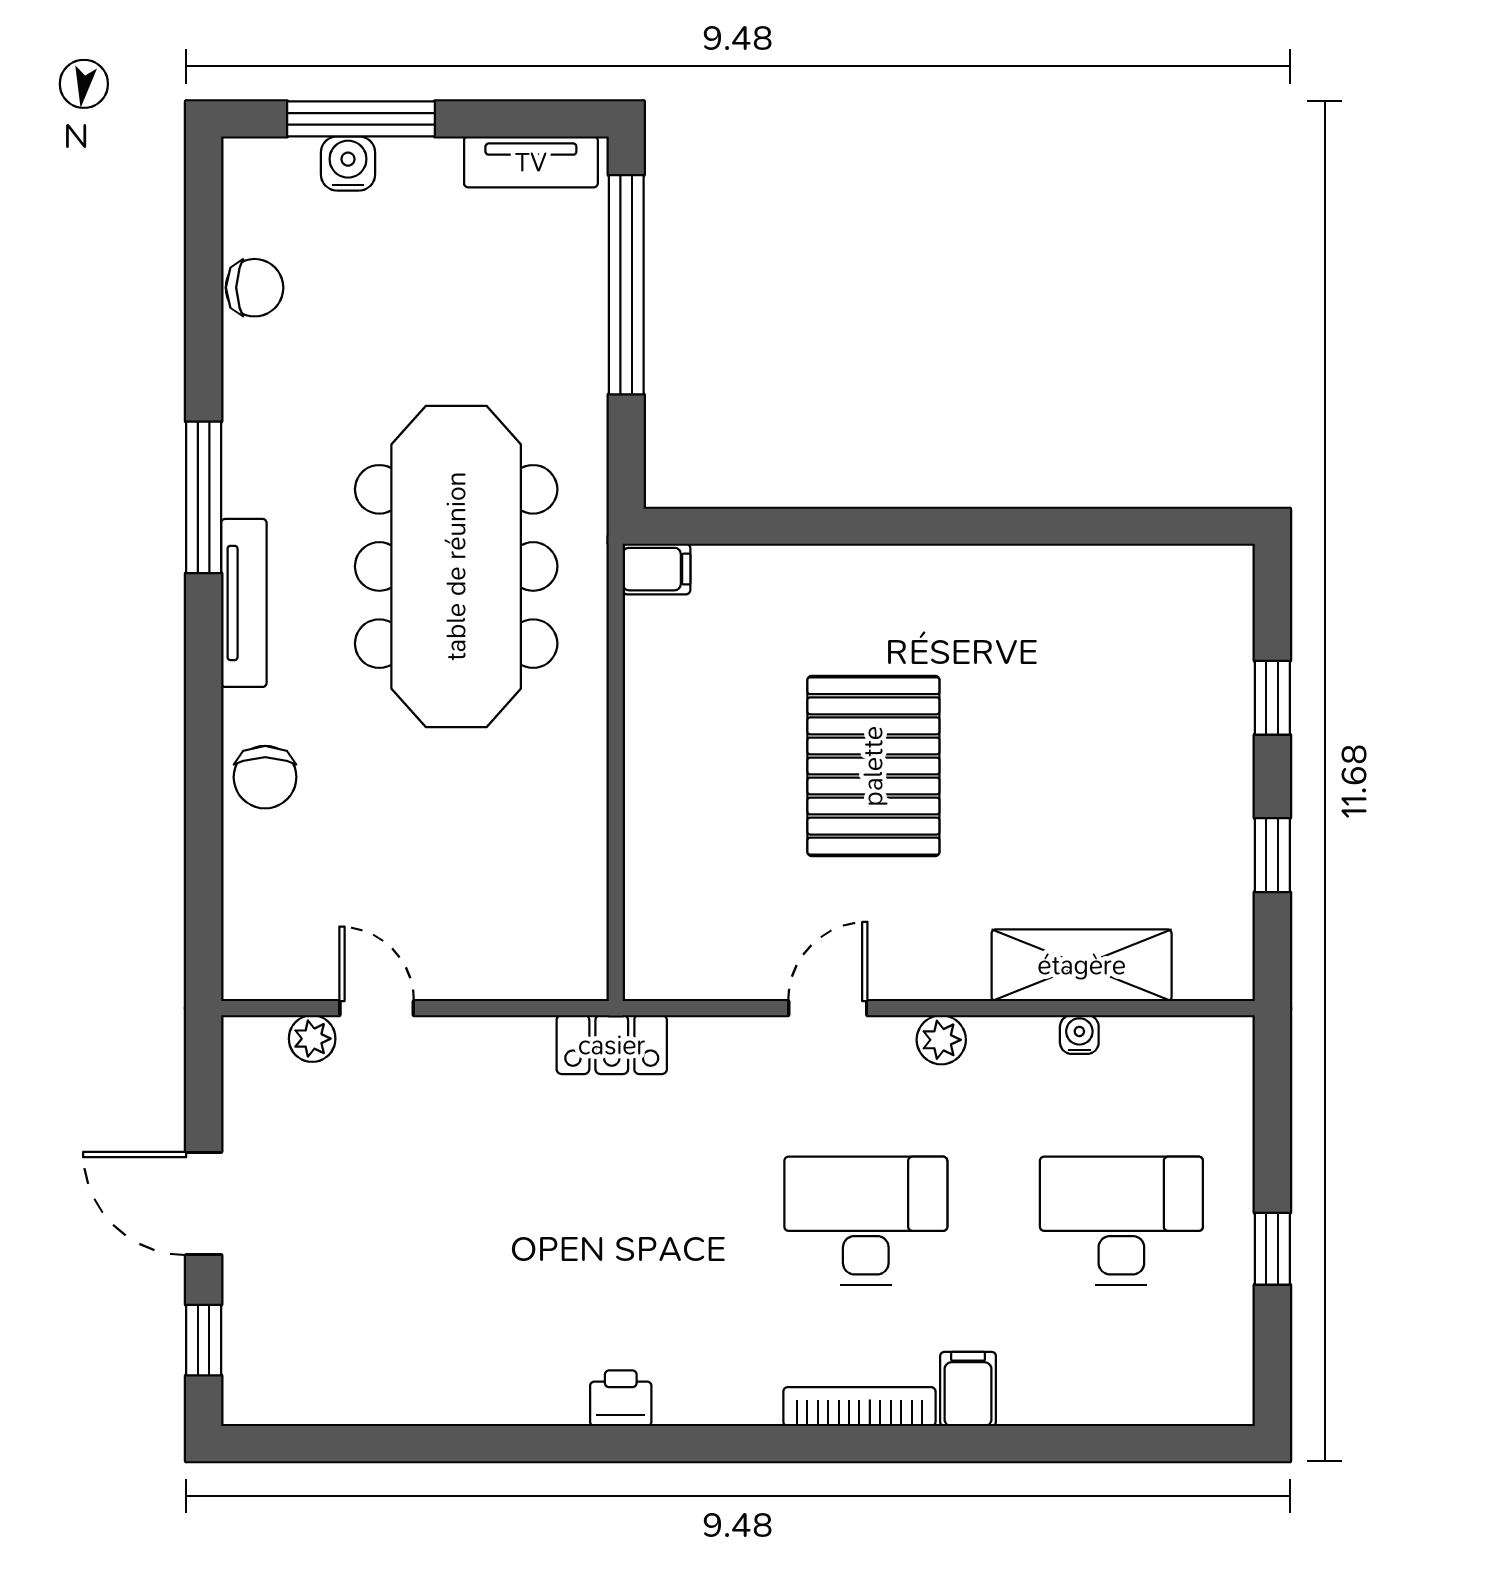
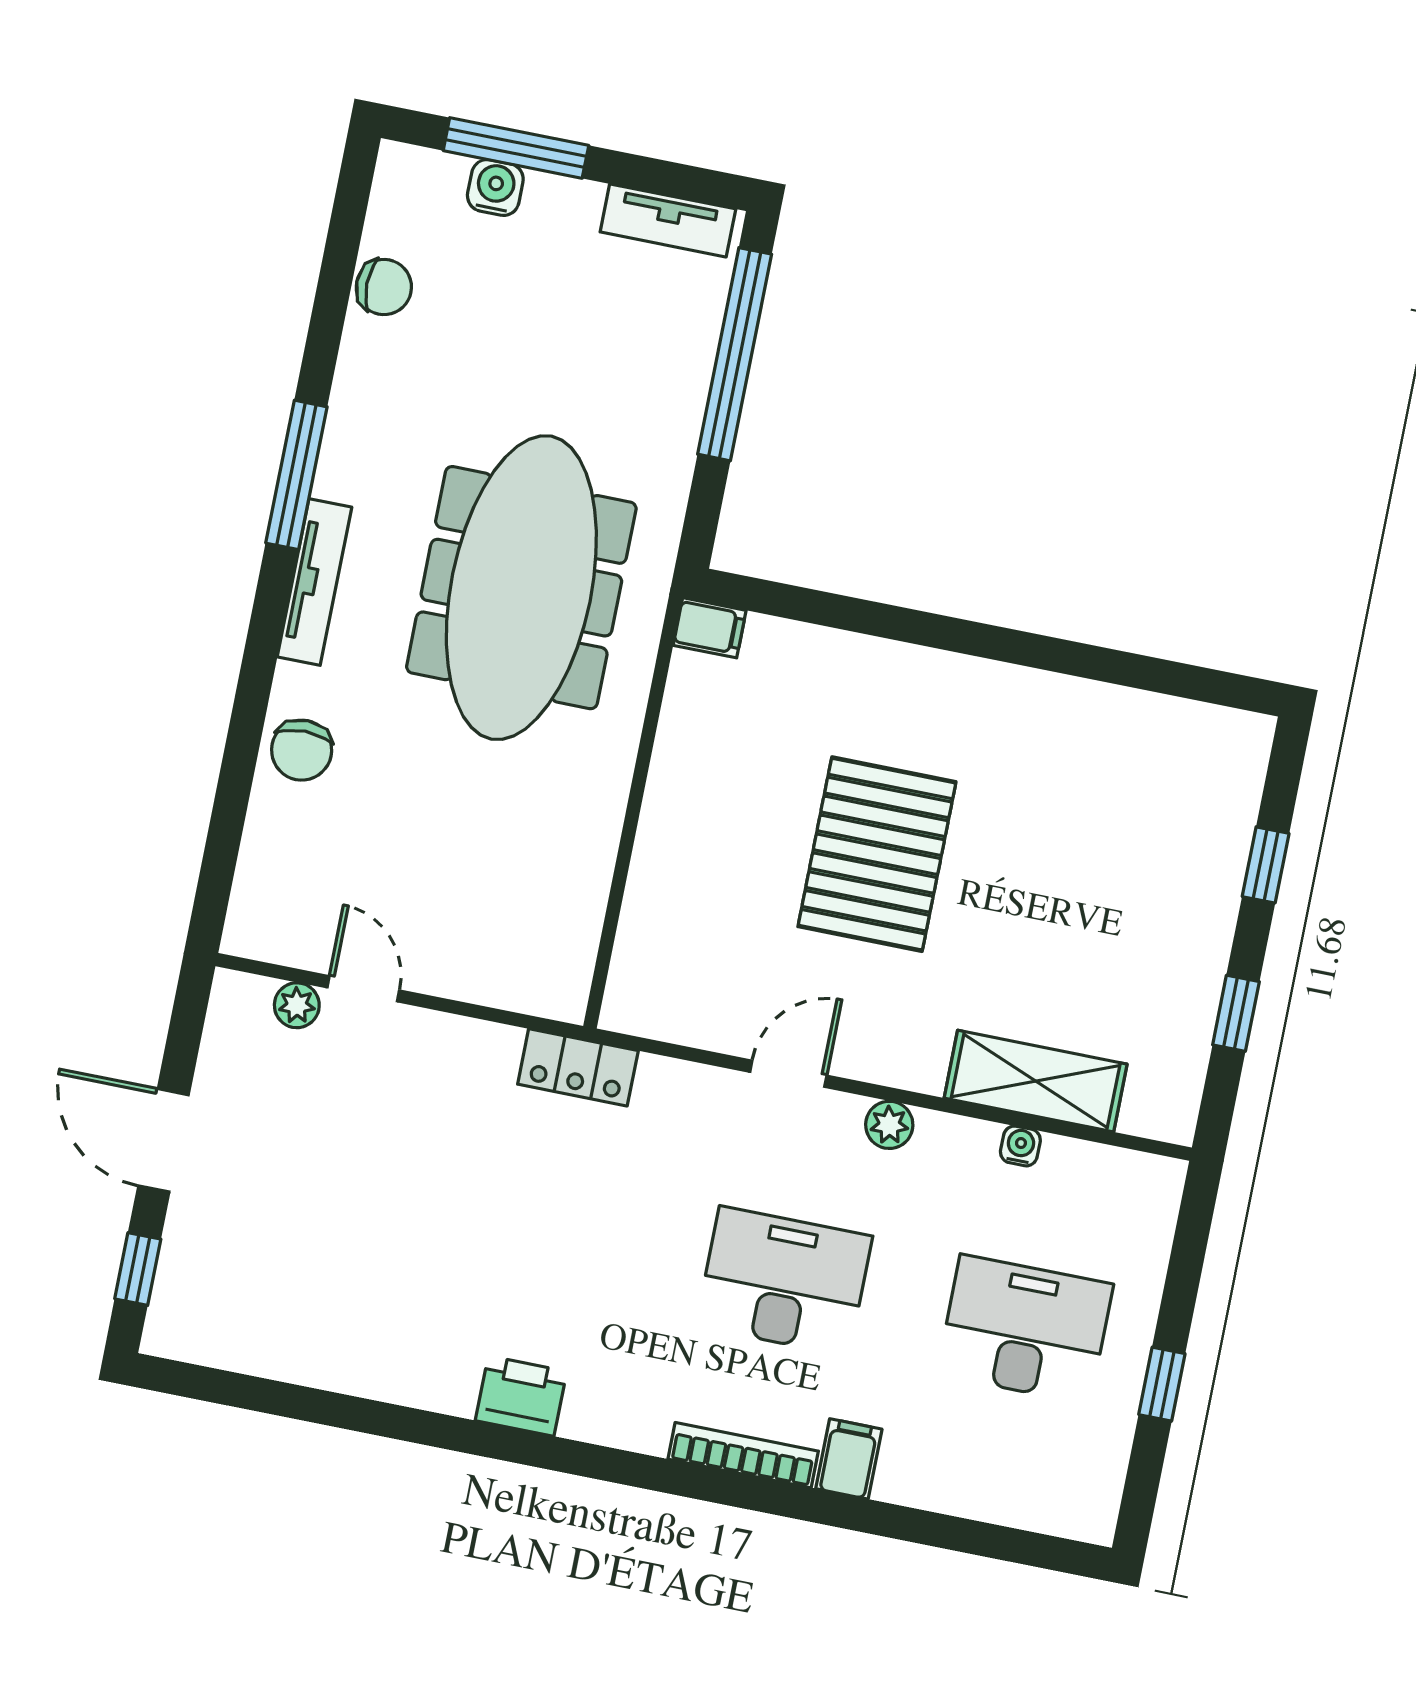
printer: (621, 1398) -> (521, 1396), width x1.36, depth x1.24

